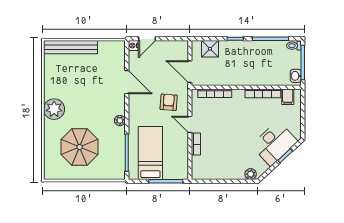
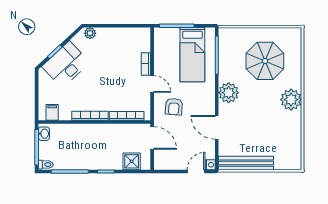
bench: (71, 47) -> (246, 163), moved
bookcase: (263, 93) -> (90, 116), moved
plant: (120, 121) -> (229, 93), width x1.87, depth x1.87

